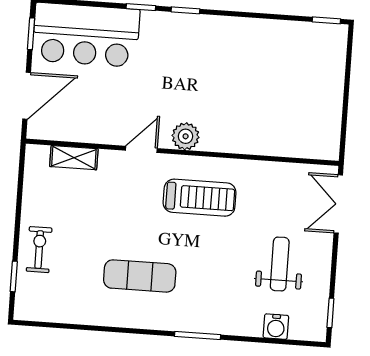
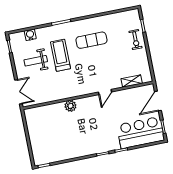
plant: (186, 136) -> (70, 106), moved
treadmill: (200, 198) -> (61, 55), moved, turned 90
weight bench: (280, 264) -> (36, 61), turned 90

